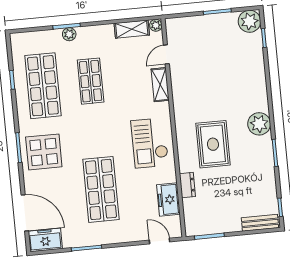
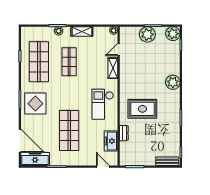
plant: (209, 26) -> (147, 34), added
shelving: (132, 29) -> (82, 31), moved
plant: (259, 124) -> (173, 82), moved
rug: (213, 144) -> (142, 109), turned 90
freezer: (45, 240) -> (35, 159), width x1.40

